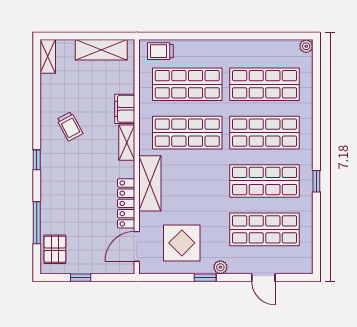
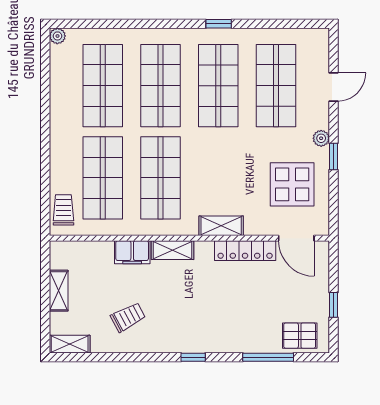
shelving: (101, 50) -> (59, 291), width x0.67, depth x0.75
trolley: (160, 51) -> (63, 210), turned 180
trolley: (70, 126) -> (128, 317), moved
shelving: (150, 183) -> (221, 226), width x0.67, depth x0.75

